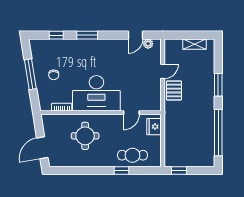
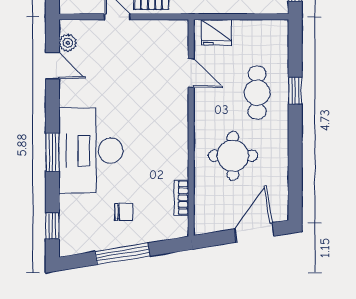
window: (56, 35) -> (52, 226), moved
desk: (96, 93) -> (91, 151), moved, turned 180
door: (42, 148) -> (254, 232), swing flipped
cafe table: (132, 155) -> (257, 93), moved

